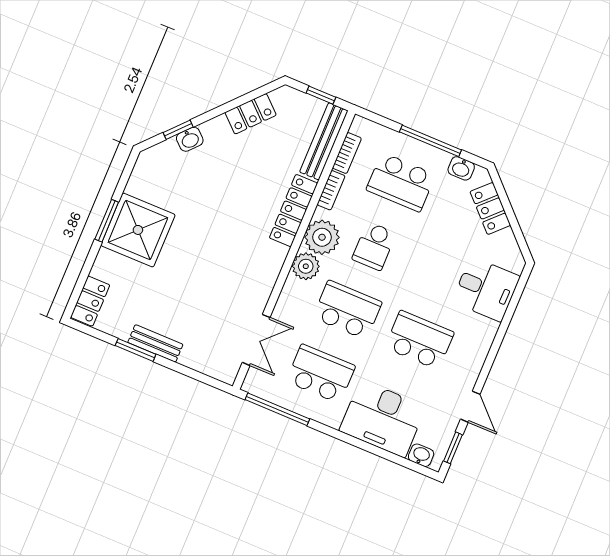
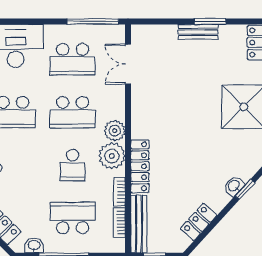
school desk: (374, 246) -> (73, 165), turned 180

